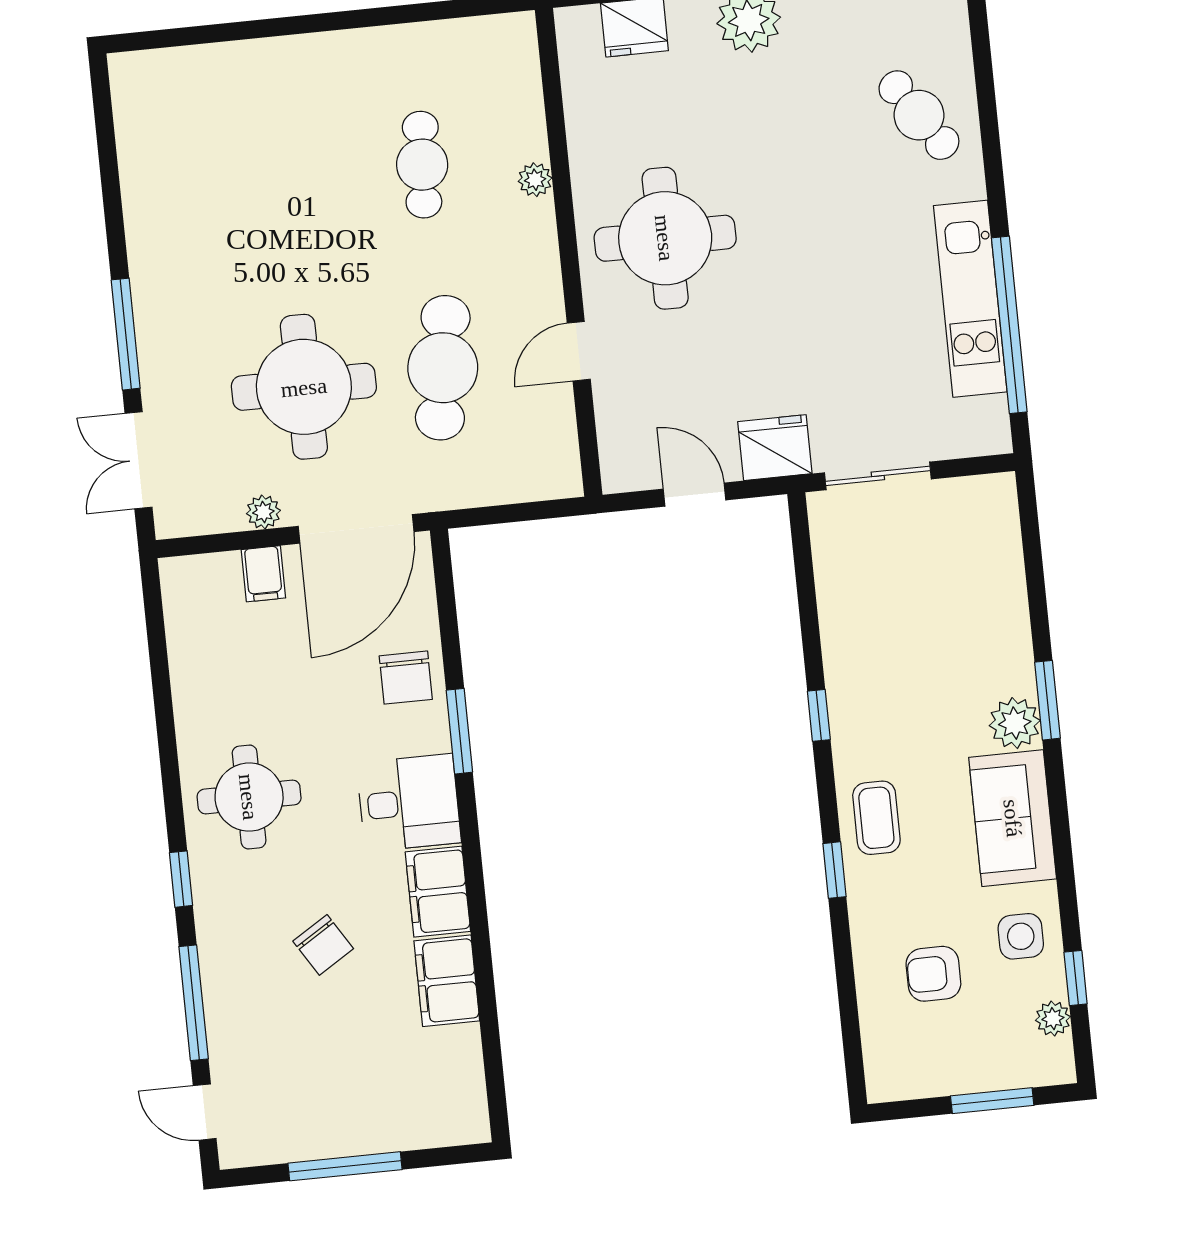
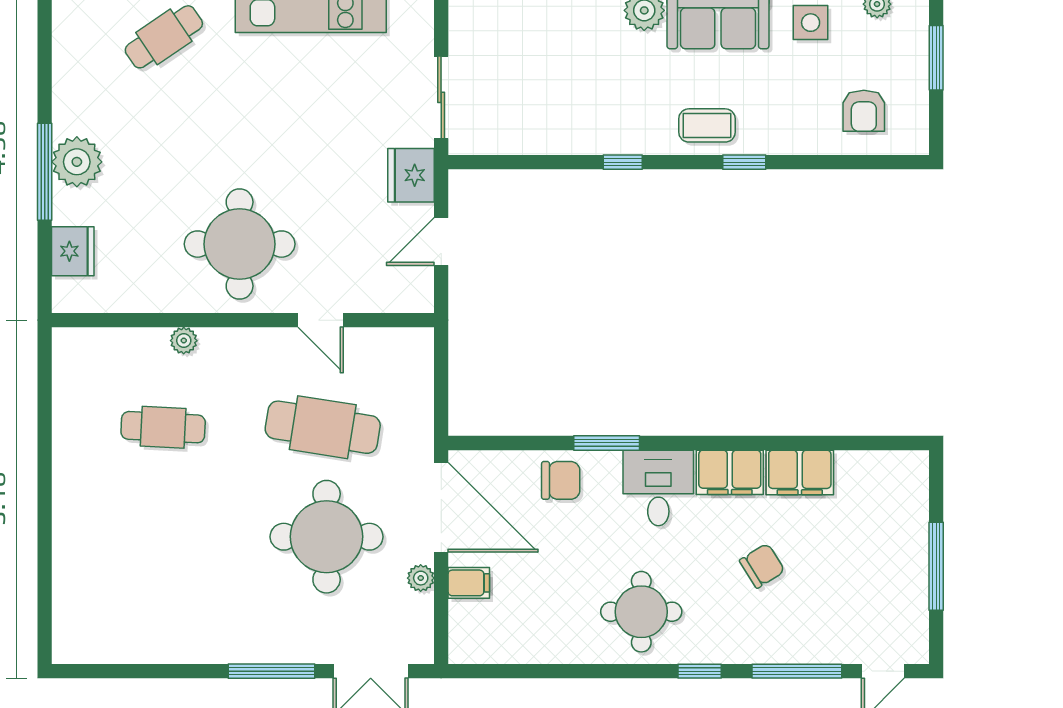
armchair: (933, 974) -> (864, 111), moved

